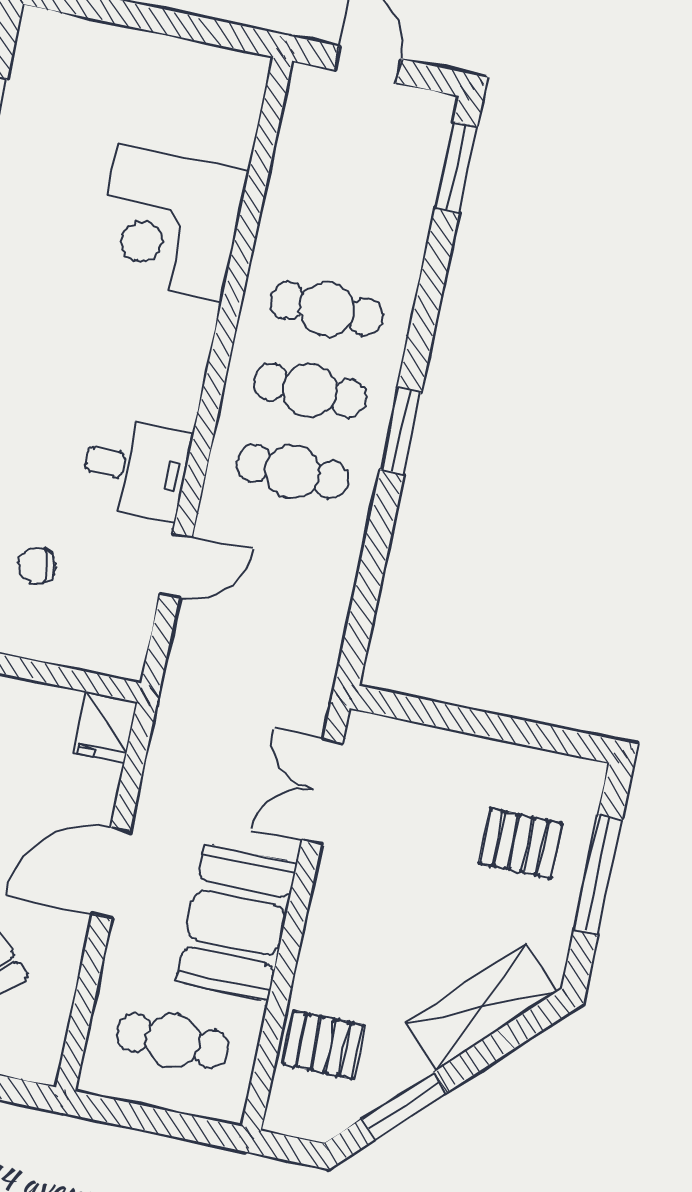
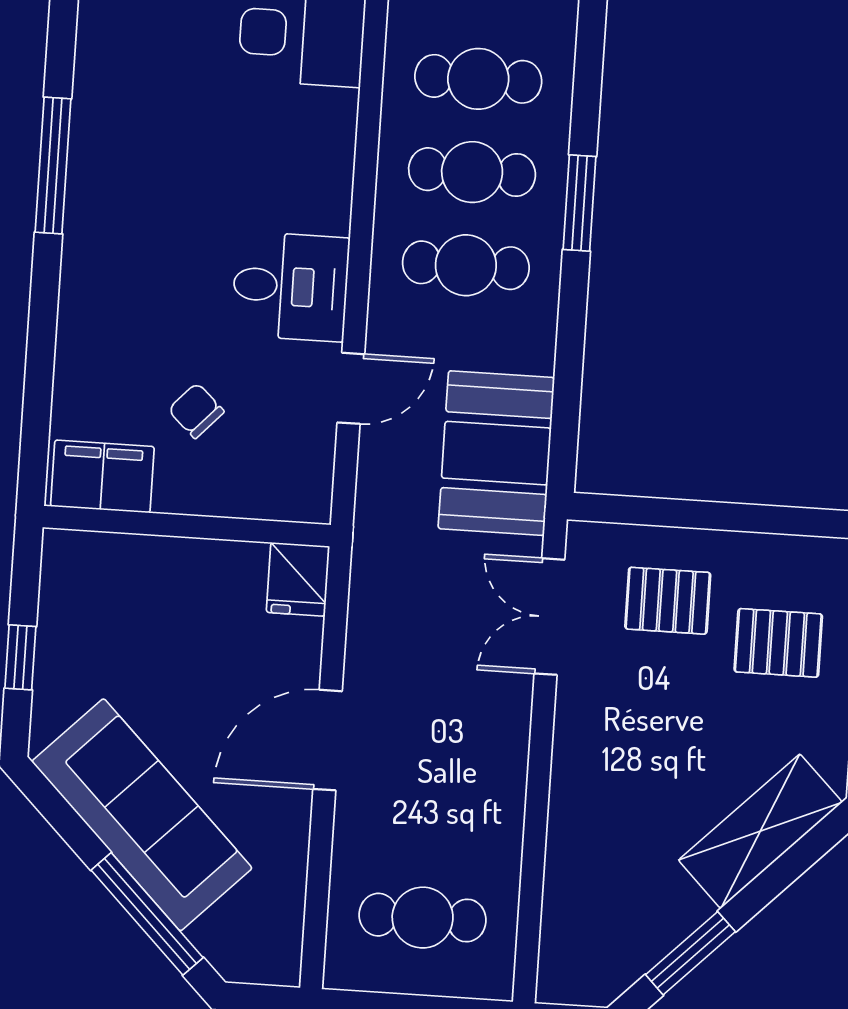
chair: (37, 566) -> (196, 411), turned 55
booth: (237, 922) -> (496, 453), moved
pallet: (323, 1045) -> (668, 601), moved

